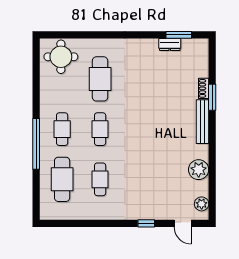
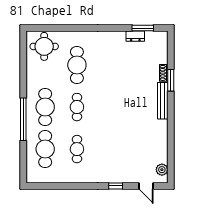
cafe table: (62, 129) -> (45, 107), width x1.37, depth x1.35
plant: (199, 170) -> (159, 141), removed

